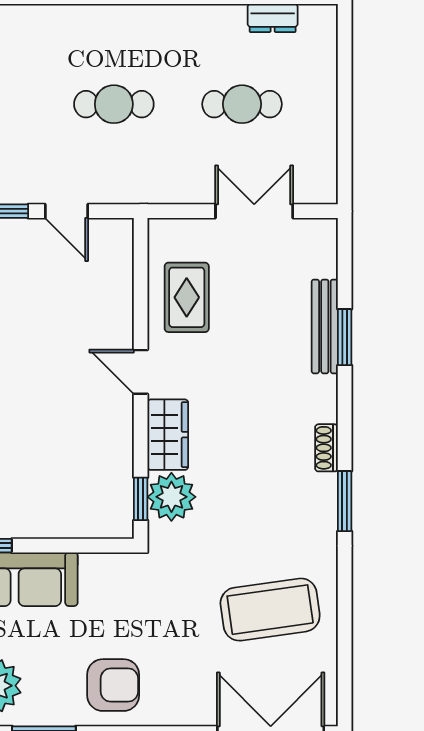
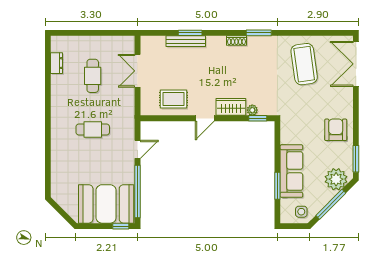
cafe table: (114, 104) -> (93, 129), turned 90
plant: (171, 497) -> (252, 110), width x0.53, depth x0.53

